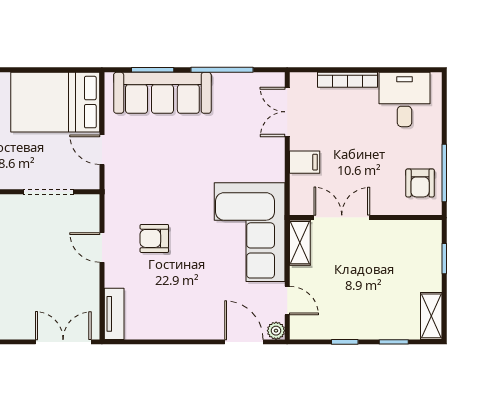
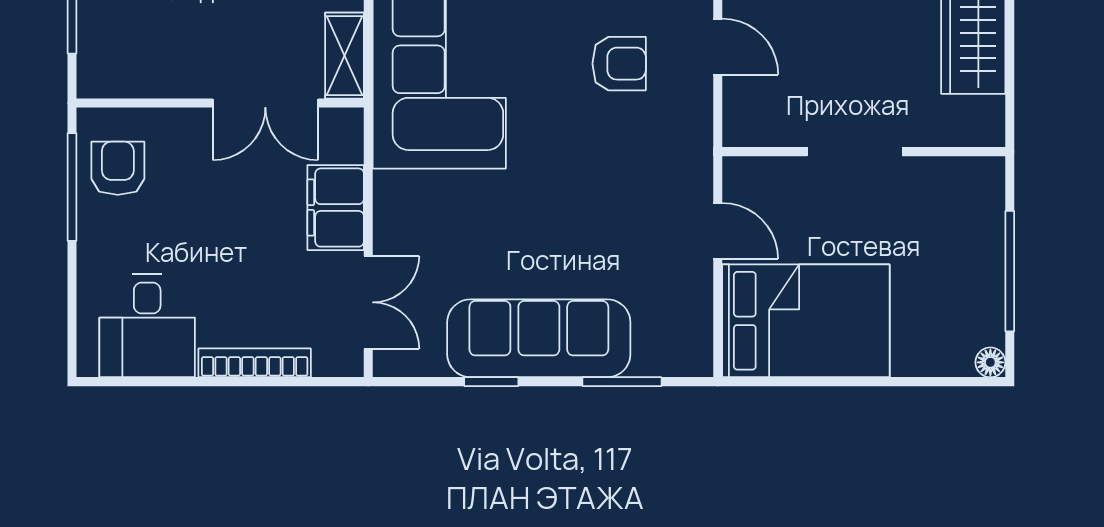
window: (222, 70) -> (491, 382), width x0.46
sofa: (162, 93) -> (539, 338), moved
filing cabinet: (305, 162) -> (336, 208), width x2.00
doorway: (49, 192) -> (855, 152), moved

